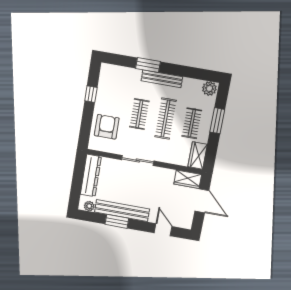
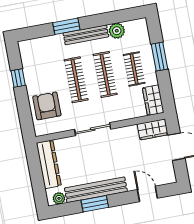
plant: (209, 89) -> (117, 31), moved
clothes rail: (139, 114) -> (76, 80), width x1.36

